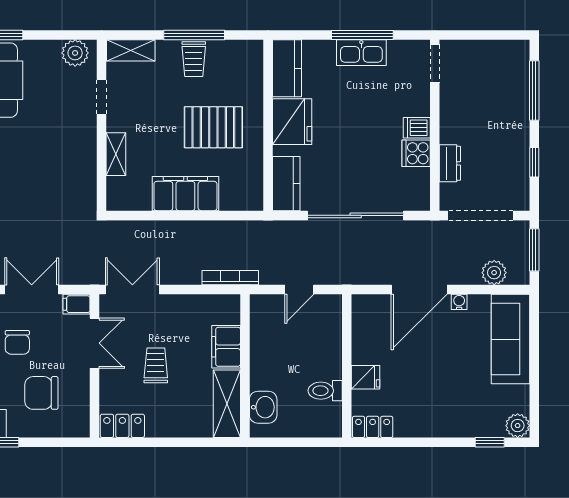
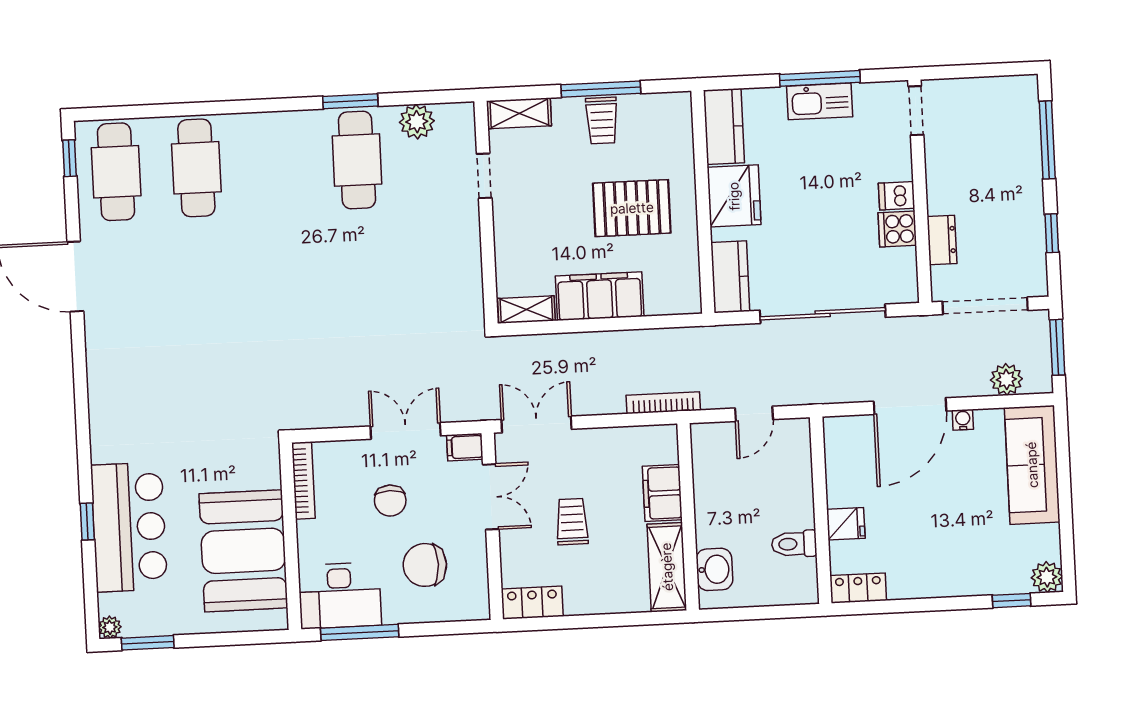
plant: (75, 53) -> (417, 122), moved
shelving: (116, 154) -> (526, 310), moved, turned 90

